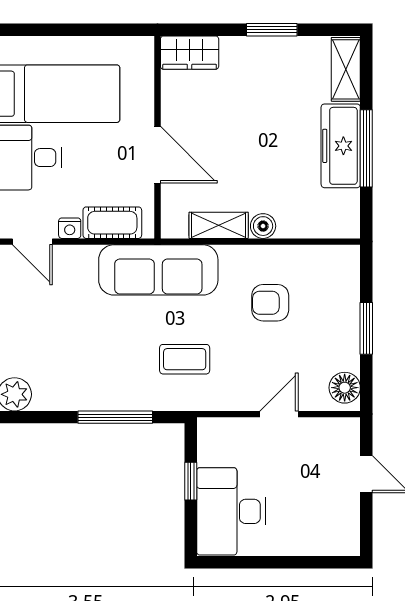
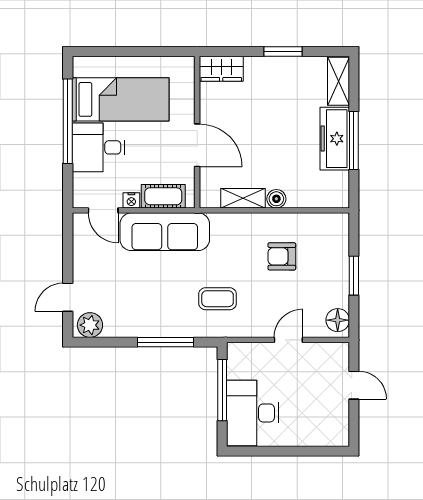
sofa: (158, 270) -> (165, 232), moved
window: (191, 481) -> (222, 390), width x2.17

